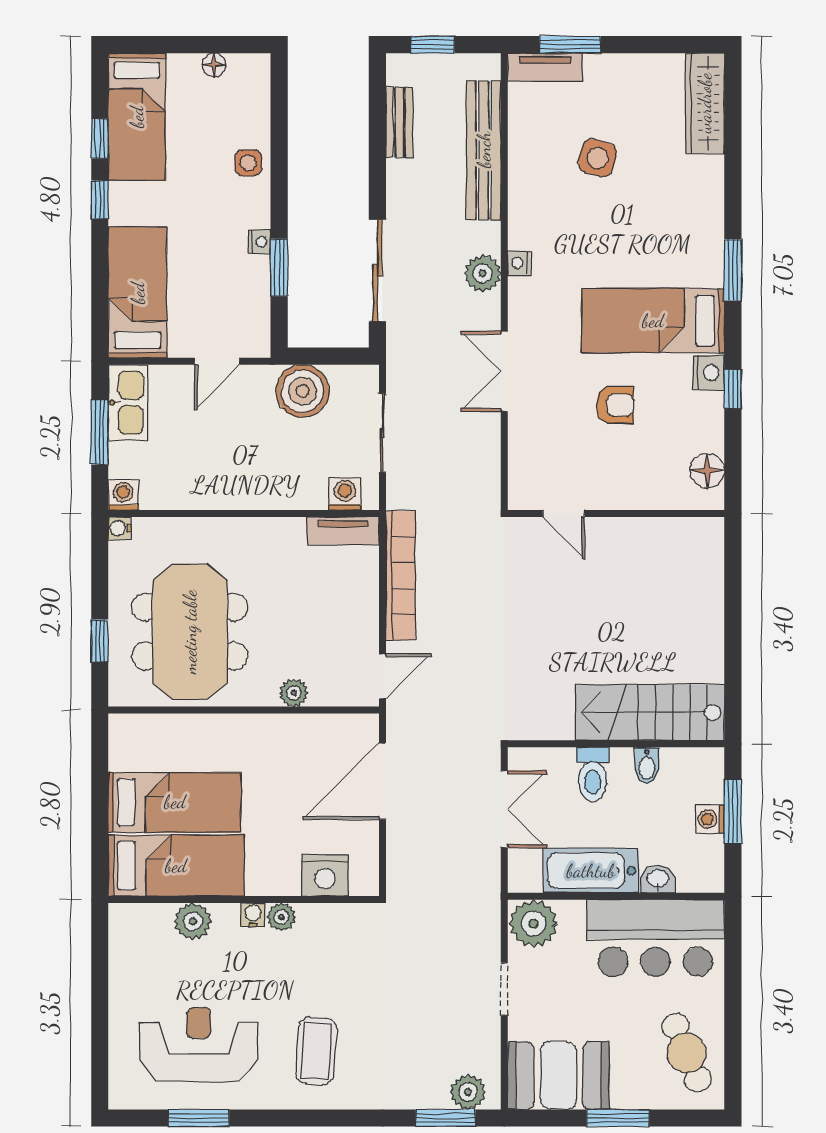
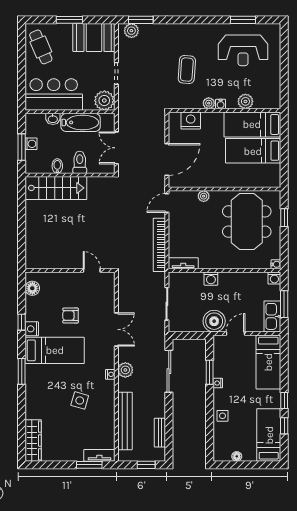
side table: (597, 158) -> (80, 400), moved
boiler: (303, 391) -> (214, 321), moved
washing machine: (345, 494) -> (211, 279), moved
coffee table: (316, 1051) -> (187, 70), moved

